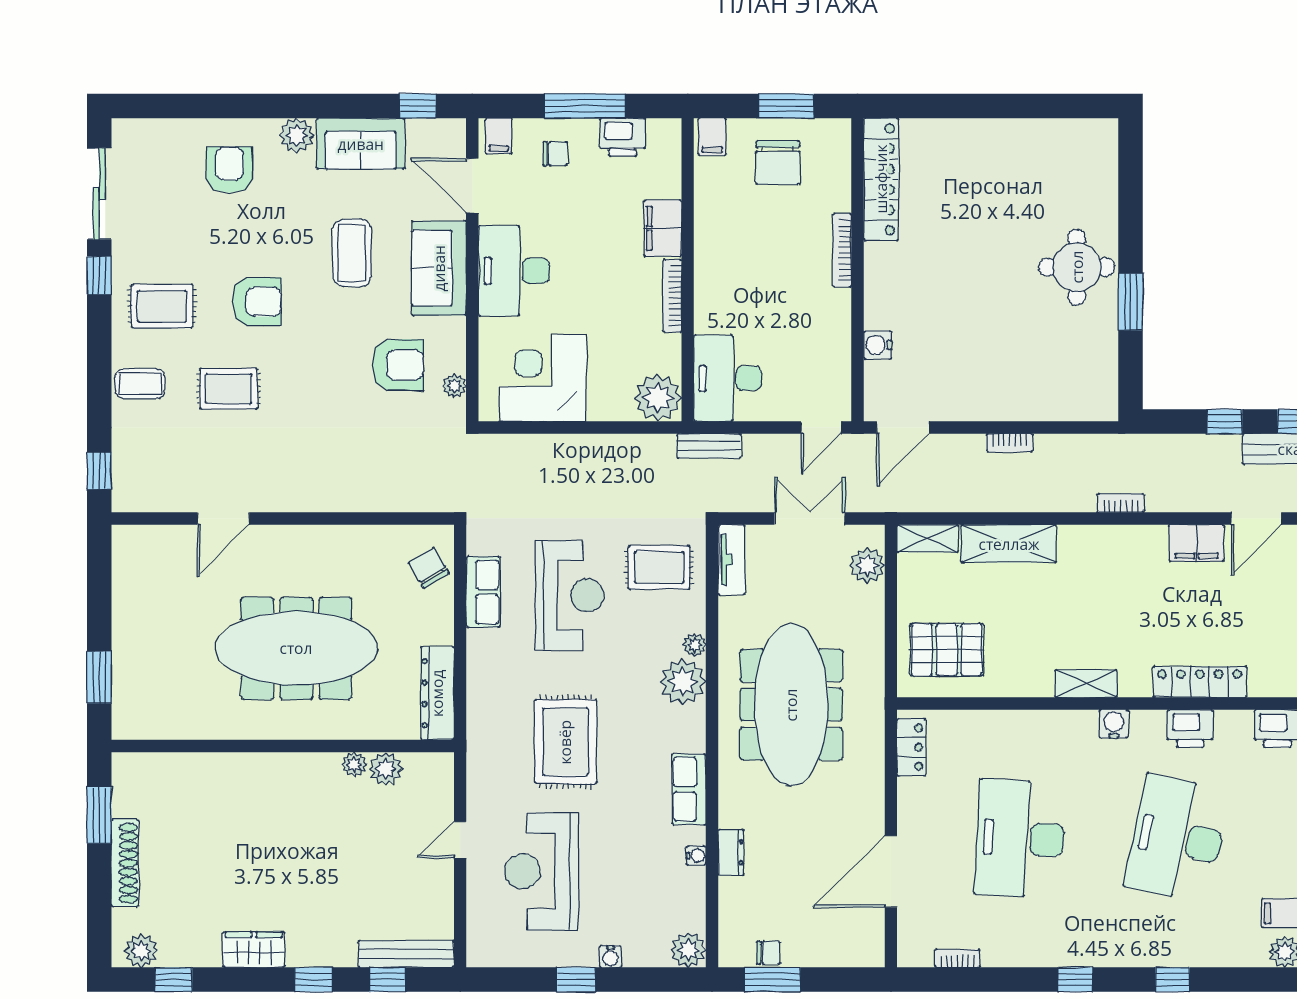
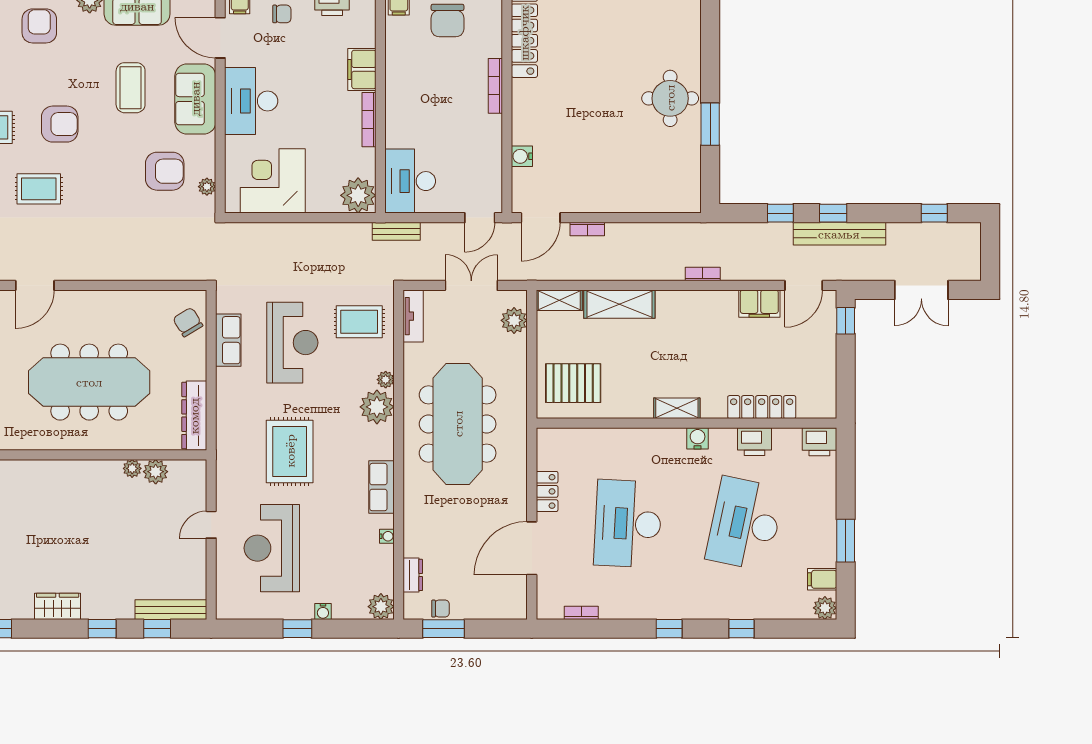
bookcase: (1010, 443) -> (587, 229), moved
locker: (911, 747) -> (547, 491), moved
dresser: (731, 852) -> (413, 575), moved

